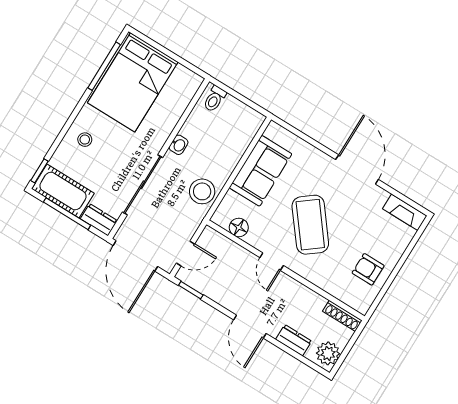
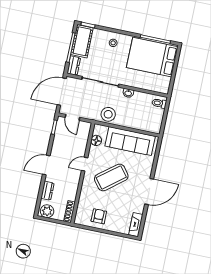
sofa: (261, 171) -> (130, 141), width x1.36

